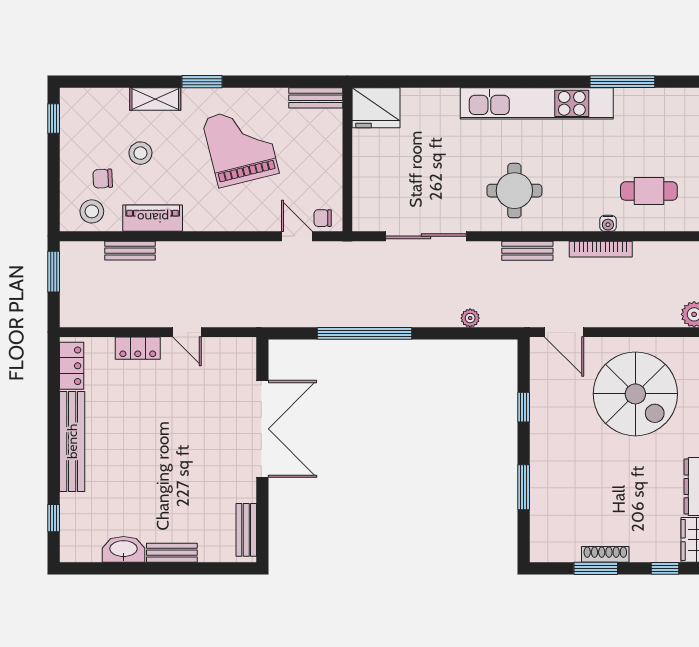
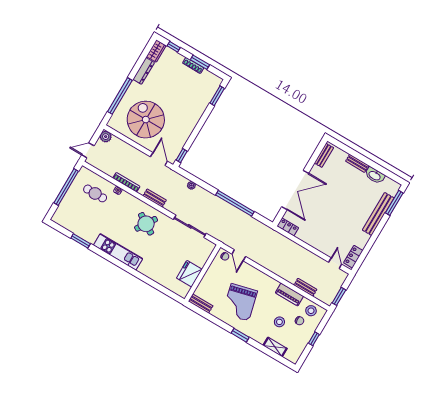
window: (622, 82) -> (81, 241), width x0.69
shelving: (155, 99) -> (275, 347), moved
kitchen unit: (537, 103) -> (118, 252), width x0.73
fridge: (376, 108) -> (189, 274), moved, turned -90
window: (54, 118) -> (314, 339), moved
round table: (514, 191) -> (146, 224), turned 32
door: (187, 332) -> (335, 263), moved
locker: (138, 348) -> (288, 227), moved
window: (524, 407) -> (182, 156), moved
double door: (262, 429) -> (295, 190), swing flipped
bench: (72, 441) -> (378, 214), moved
window: (524, 487) -> (217, 96), moved
window: (54, 518) -> (394, 203), width x2.17

